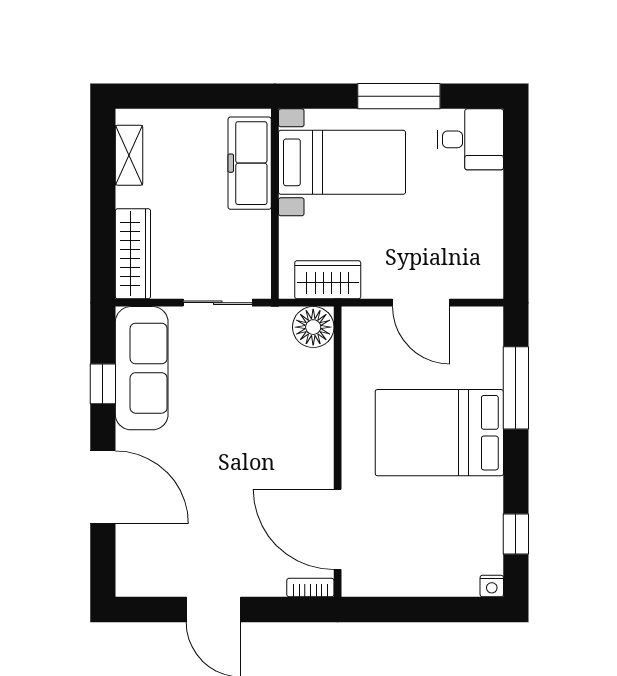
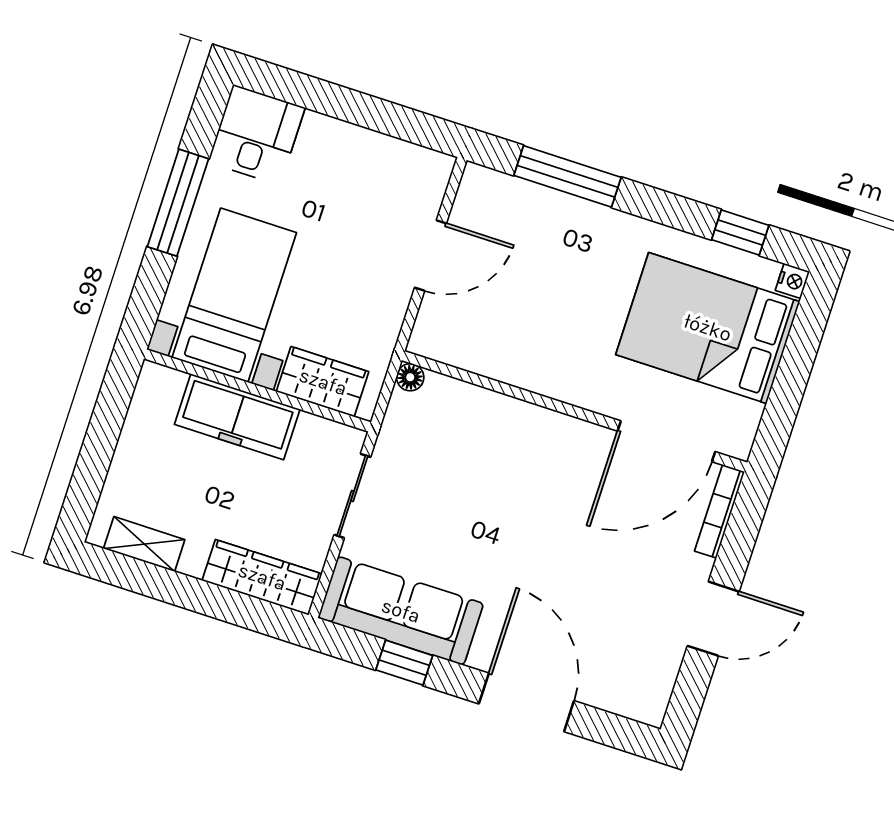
freezer: (250, 163) -> (237, 417), moved
wardrobe: (328, 280) -> (323, 382), moved, turned 90
floor lamp: (313, 327) -> (410, 377), width x0.53, depth x0.53
bed: (439, 433) -> (708, 328), moved, turned 90
door: (103, 487) -> (526, 702), hinge flipped
bookcase: (310, 588) -> (720, 511), width x1.56

